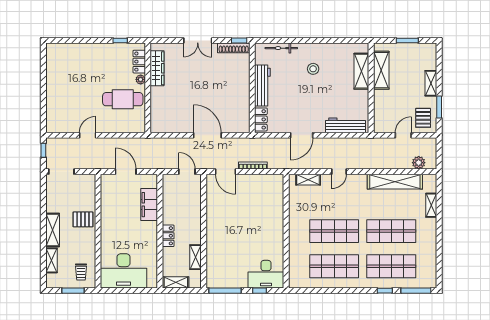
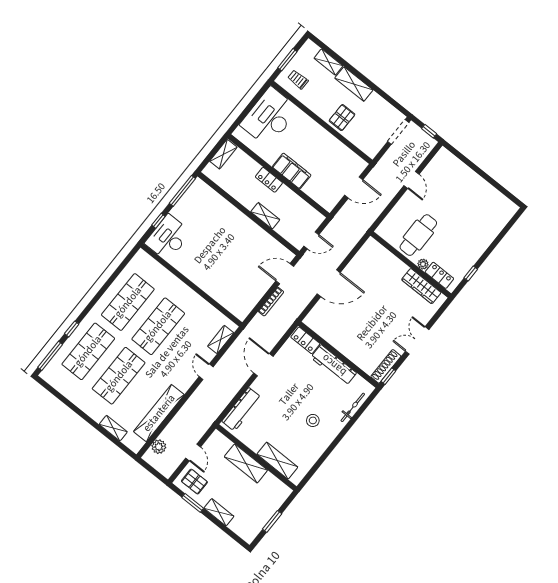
shelving: (381, 70) -> (246, 463), moved
filing cabinet: (149, 205) -> (292, 171), moved
shelving: (196, 257) -> (265, 216), moved

